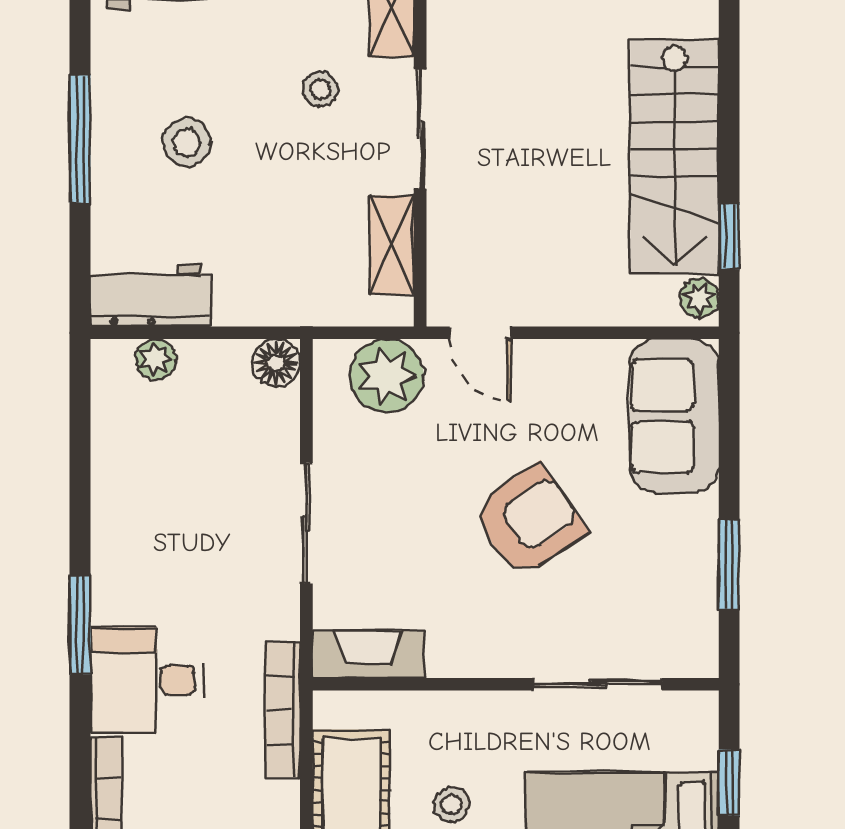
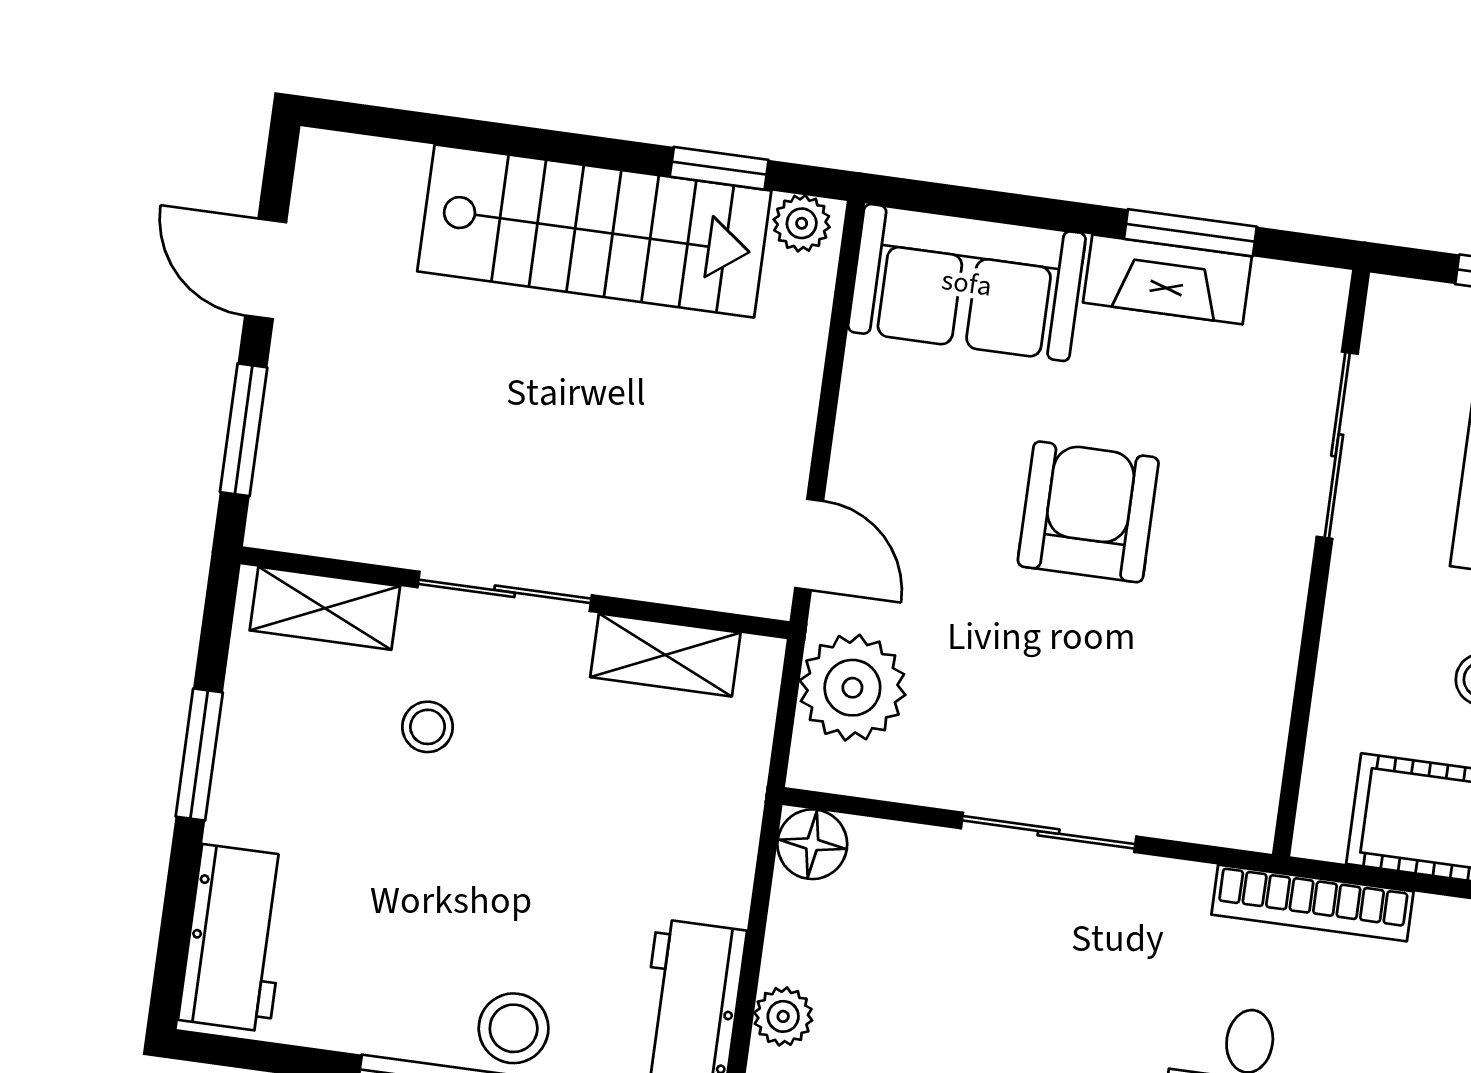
stool: (187, 143) -> (514, 1028), moved
door: (481, 333) -> (809, 544), hinge flipped
armchair: (529, 520) -> (1088, 512), turned 34
fireplace: (368, 654) -> (1167, 279), moved, turned -90

